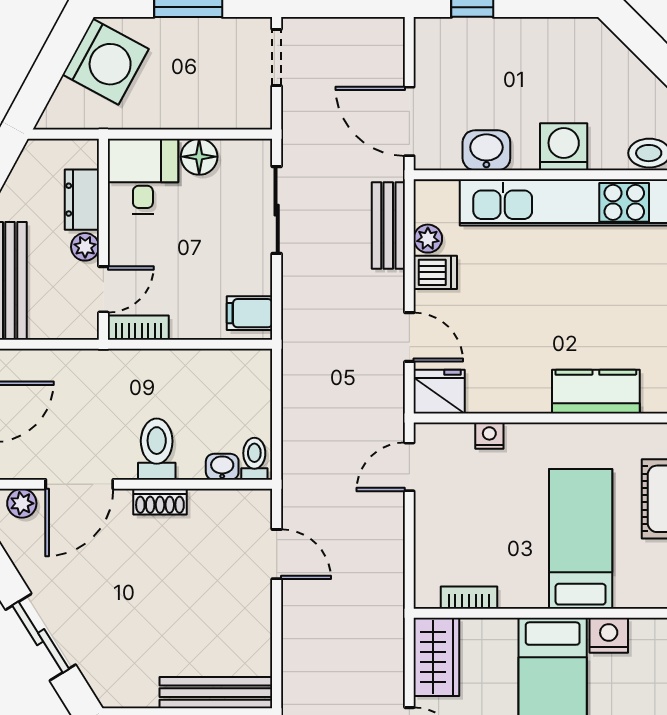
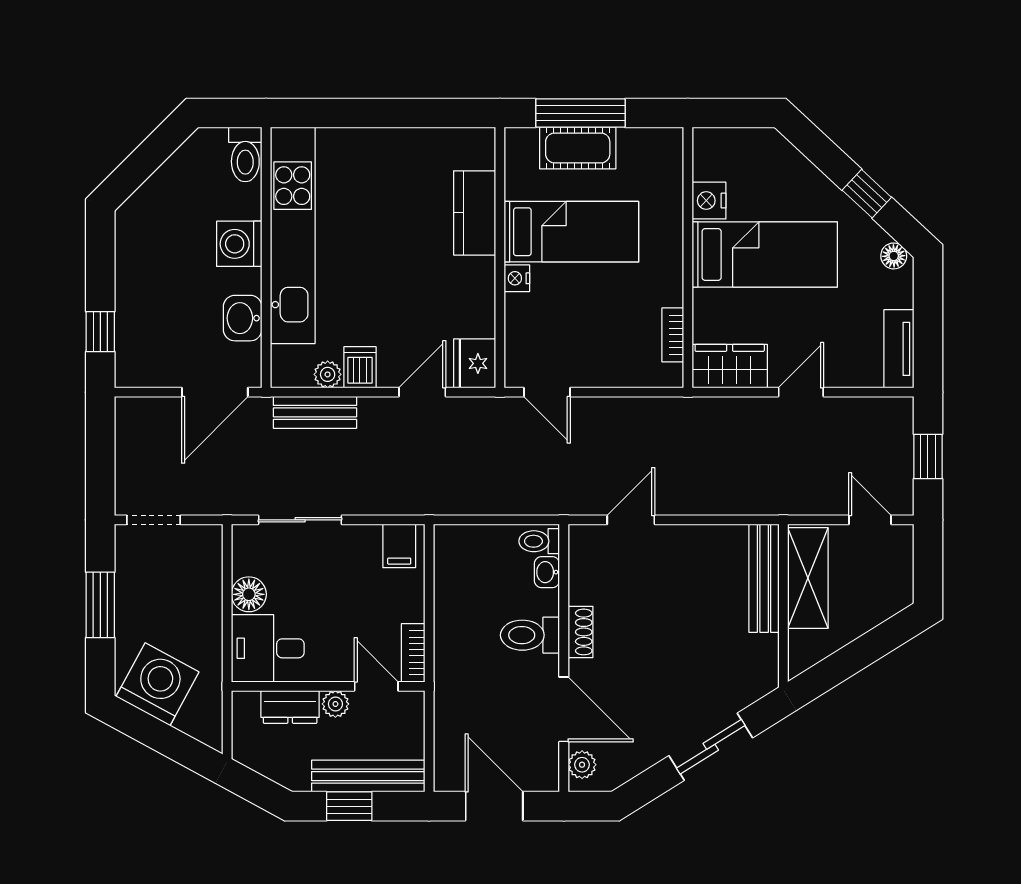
nightstand: (489, 436) -> (517, 278), moved
bed: (581, 539) -> (571, 232), moved, turned 180

